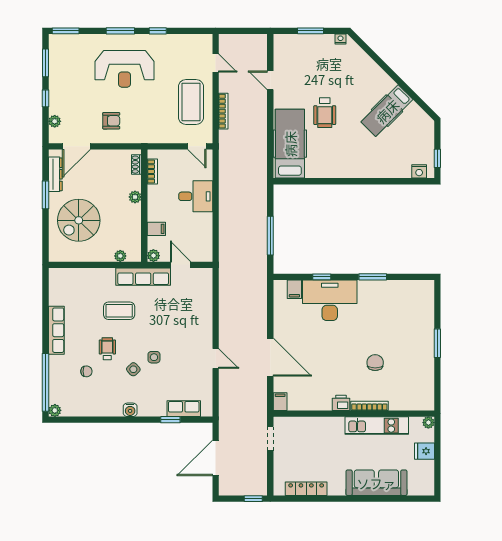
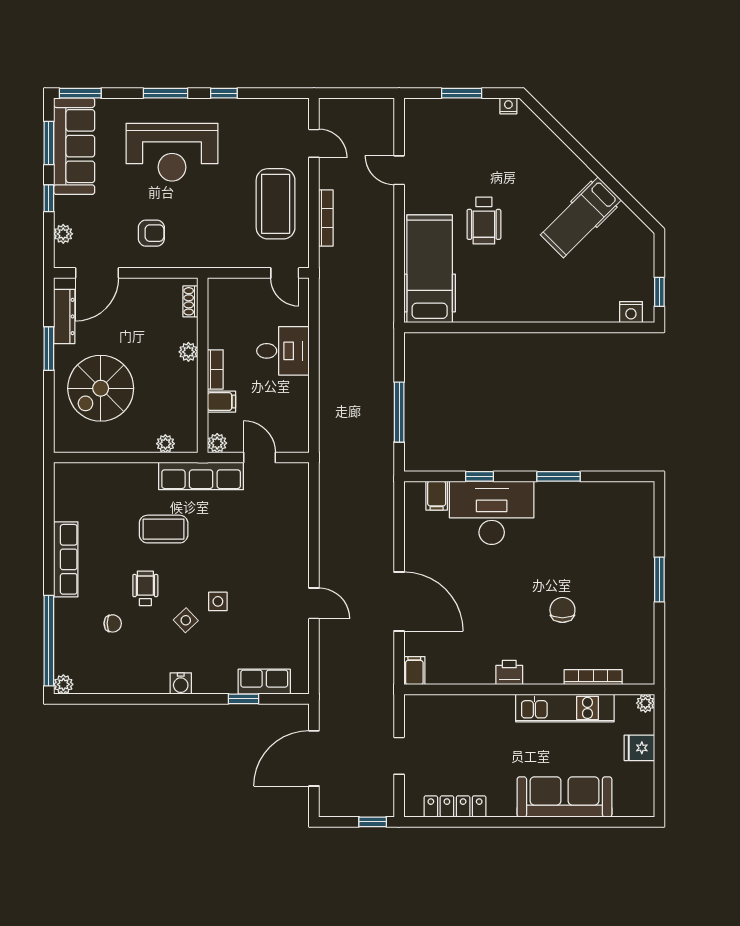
sofa: (62, 65) -> (74, 146), added
bookcase: (152, 171) -> (215, 369), moved
bookcase: (369, 406) -> (593, 677), moved
doorway: (270, 439) -> (399, 756), moved

